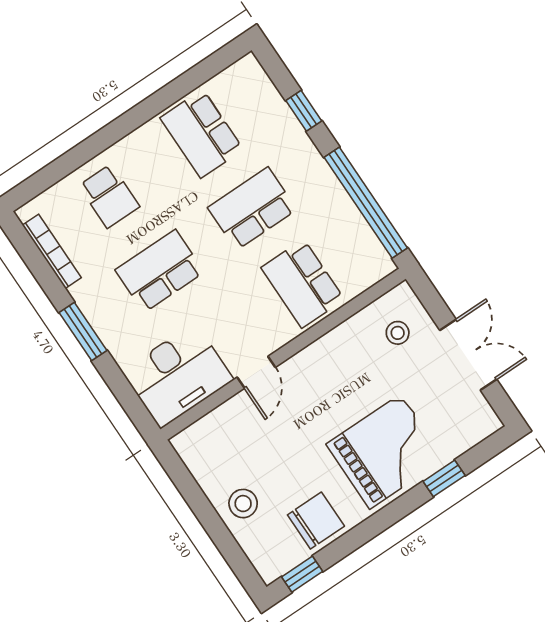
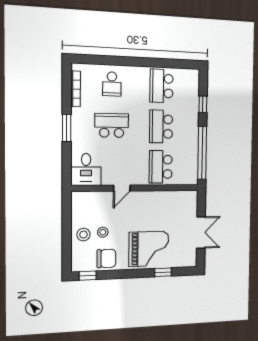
school desk: (252, 209) -> (161, 127), turned -90
stool: (398, 333) -> (103, 232), moved
desk: (178, 376) -> (86, 169), width x0.73

